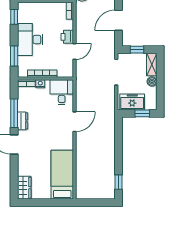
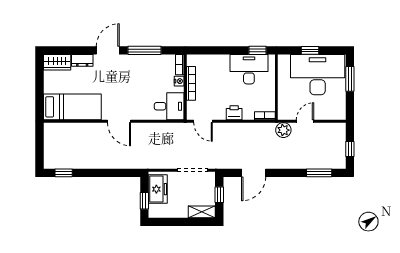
door: (118, 20) -> (254, 173), swing flipped
desk: (30, 40) -> (249, 69), moved
door: (74, 52) -> (203, 121), moved
window: (14, 56) -> (212, 50), removed
boiler: (152, 81) -> (182, 212), removed
dresser: (23, 121) -> (82, 60), moved
door: (74, 122) -> (119, 121), moved

